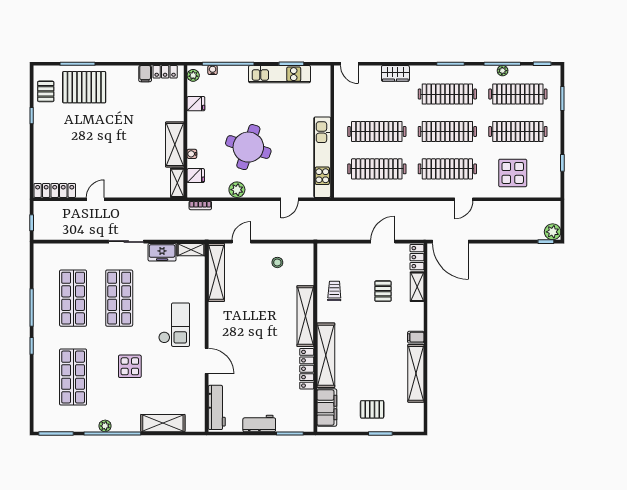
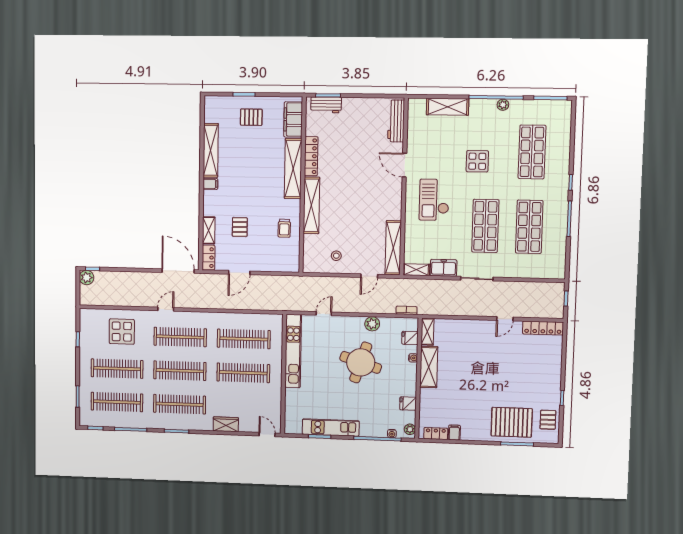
plant: (503, 71) -> (130, 423), removed
workbench: (259, 423) -> (326, 105), moved

